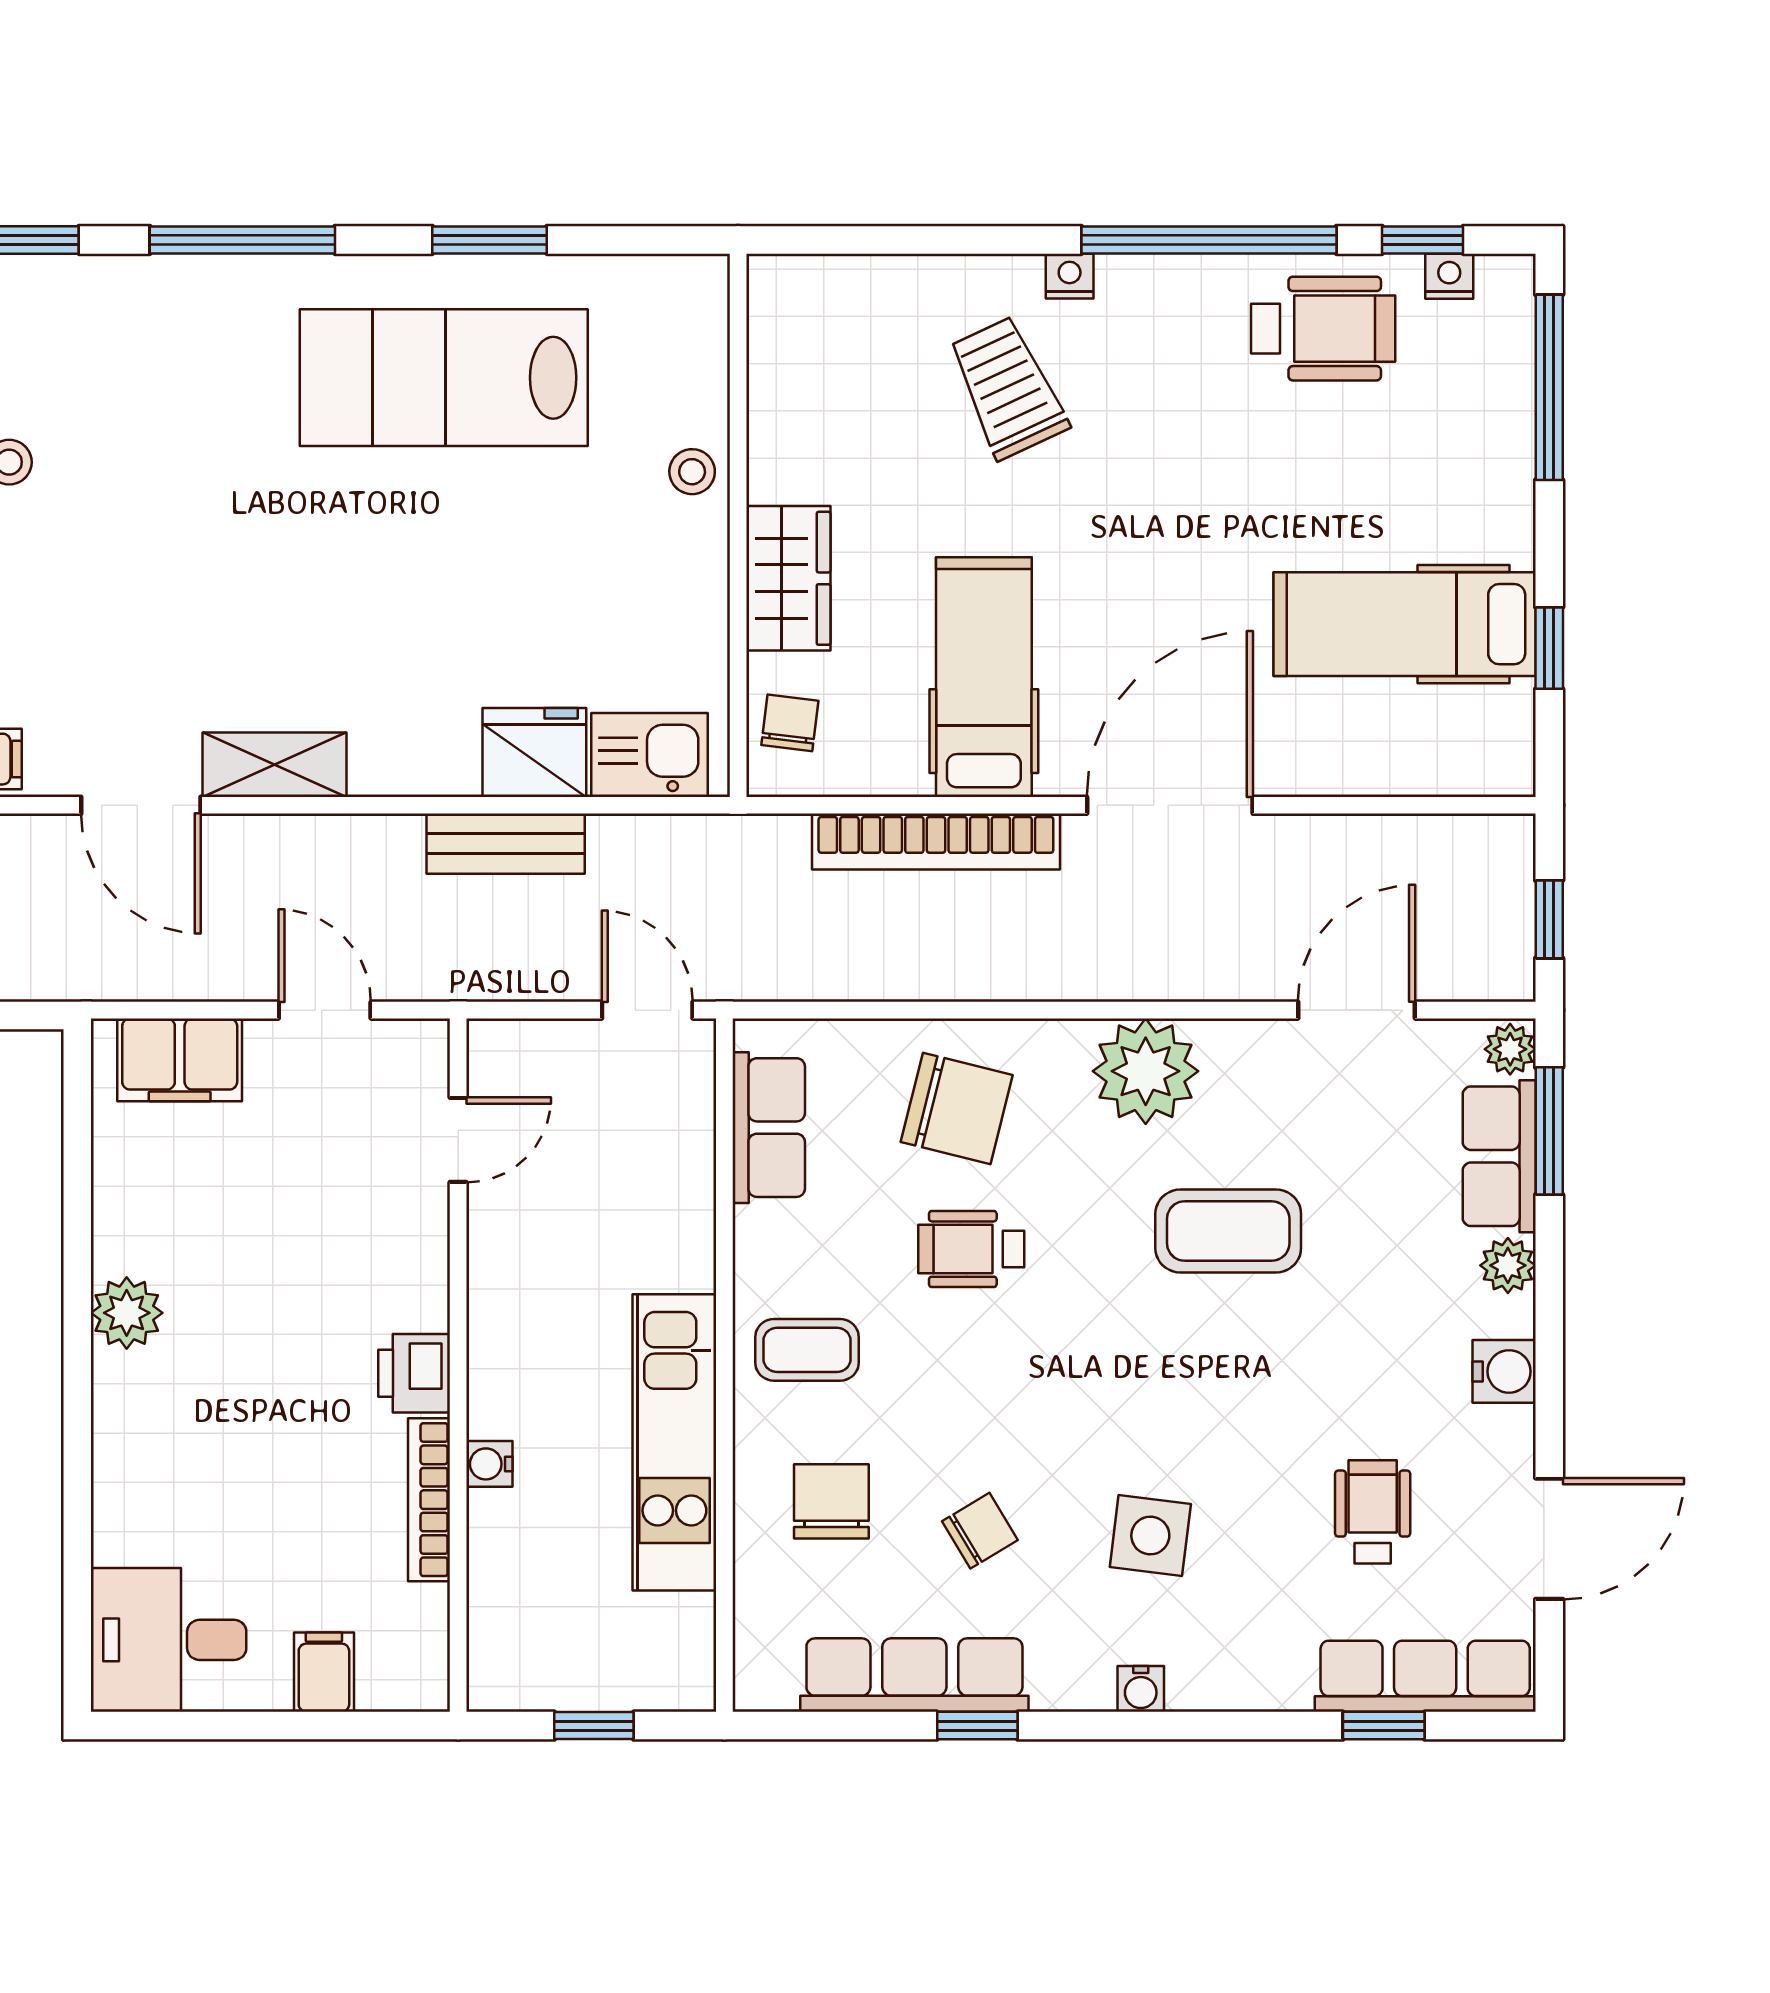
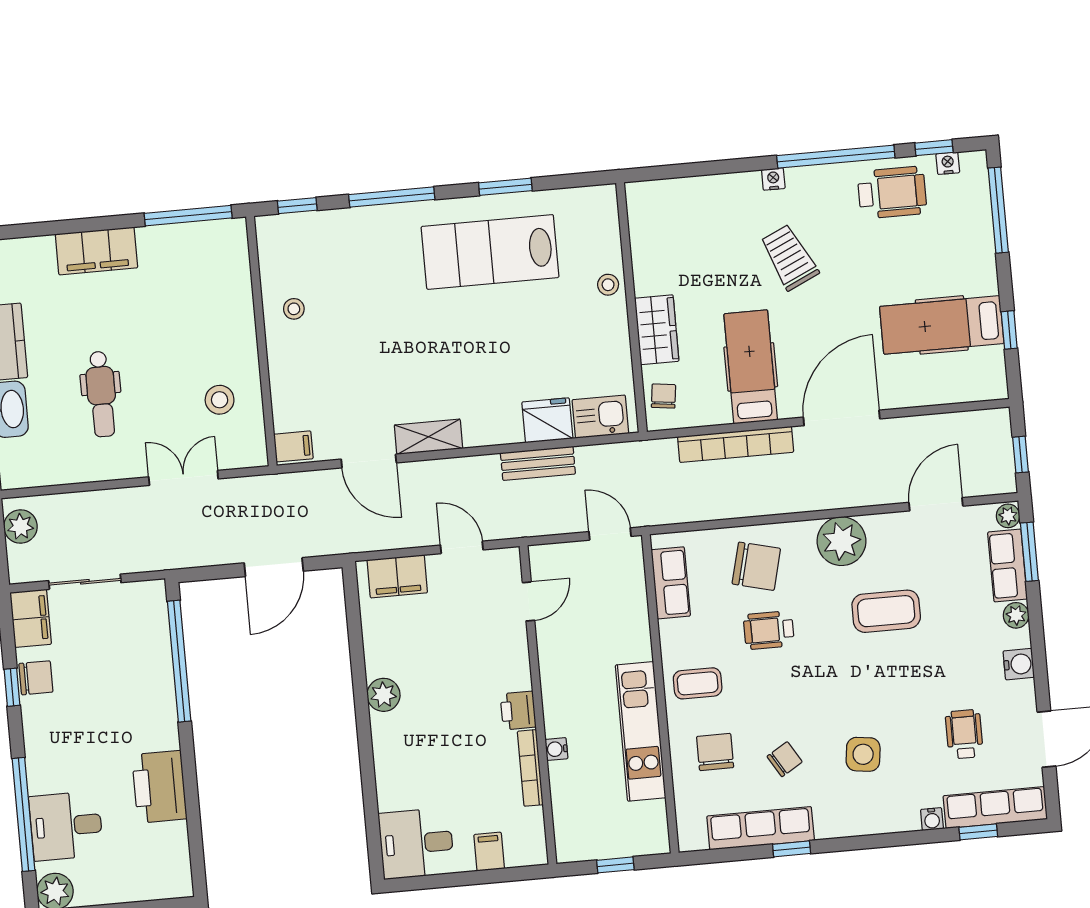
trolley: (1008, 388) -> (789, 257), moved
water cooler: (1141, 1689) -> (932, 819), moved

